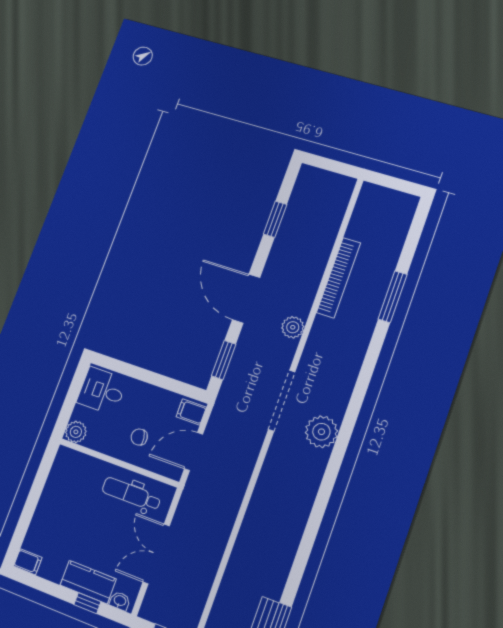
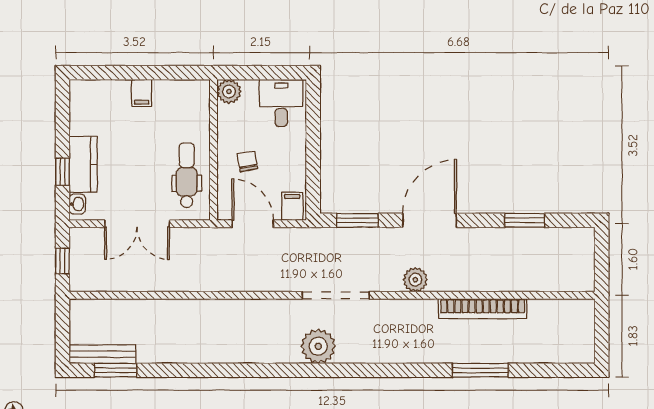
double door: (156, 554) -> (137, 224), swing flipped
filing cabinet: (28, 562) -> (142, 93), moved

